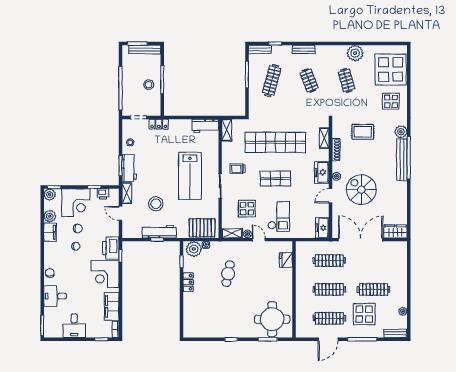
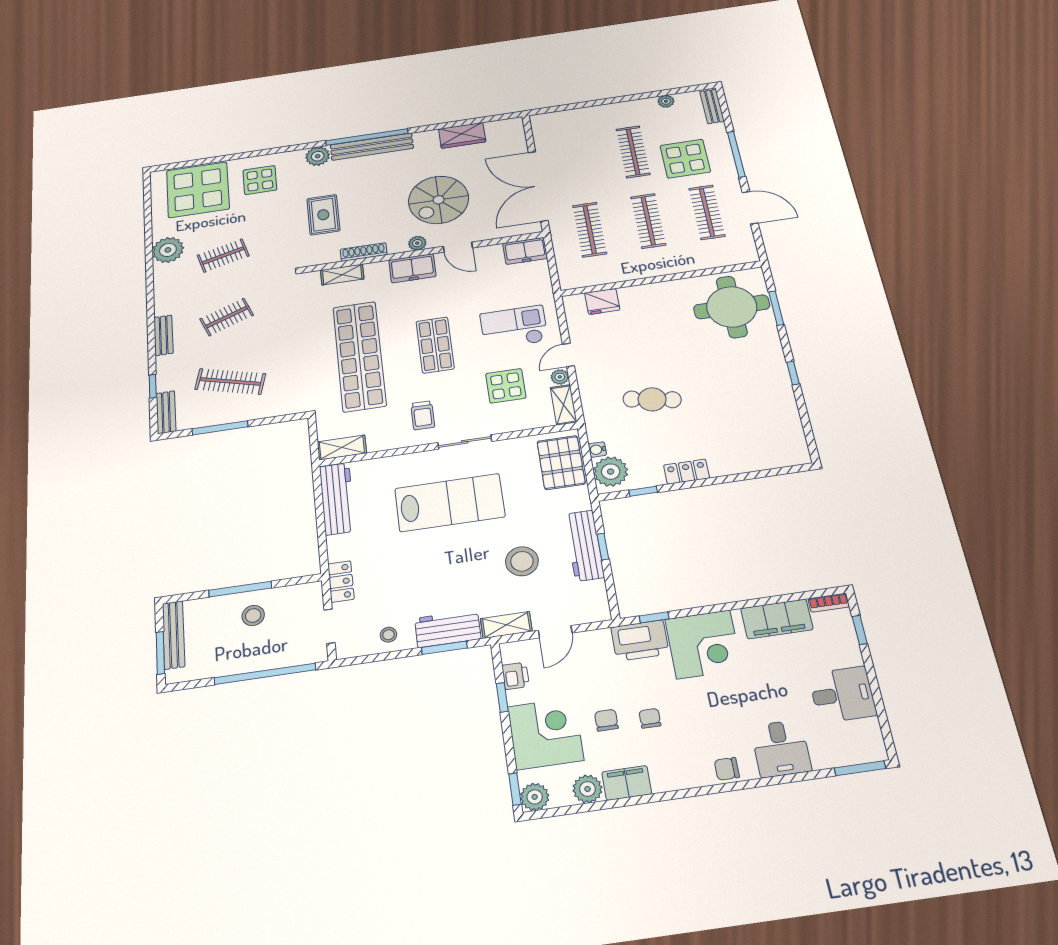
workbench: (205, 126) -> (337, 499), width x1.38
wardrobe: (396, 231) -> (462, 135), moved, turned -90

